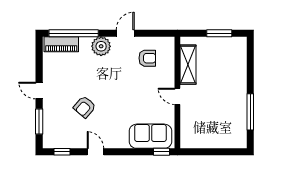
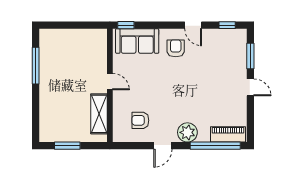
armchair: (85, 107) -> (176, 48), moved, turned -41

